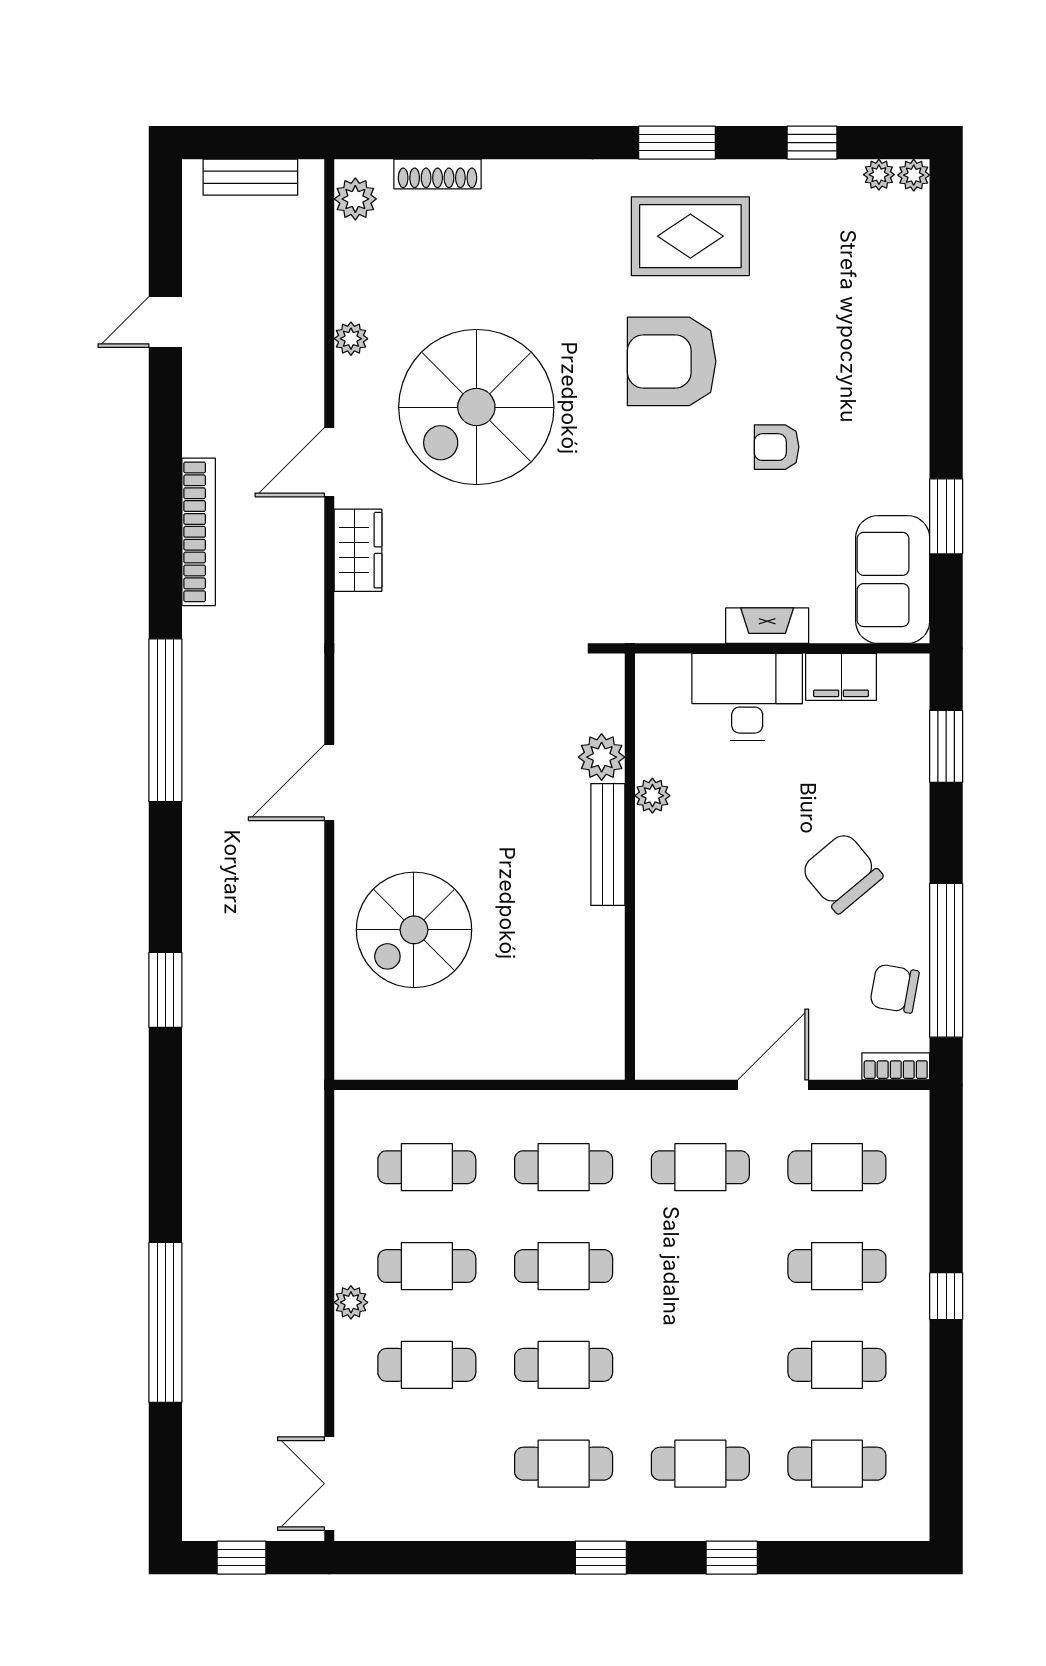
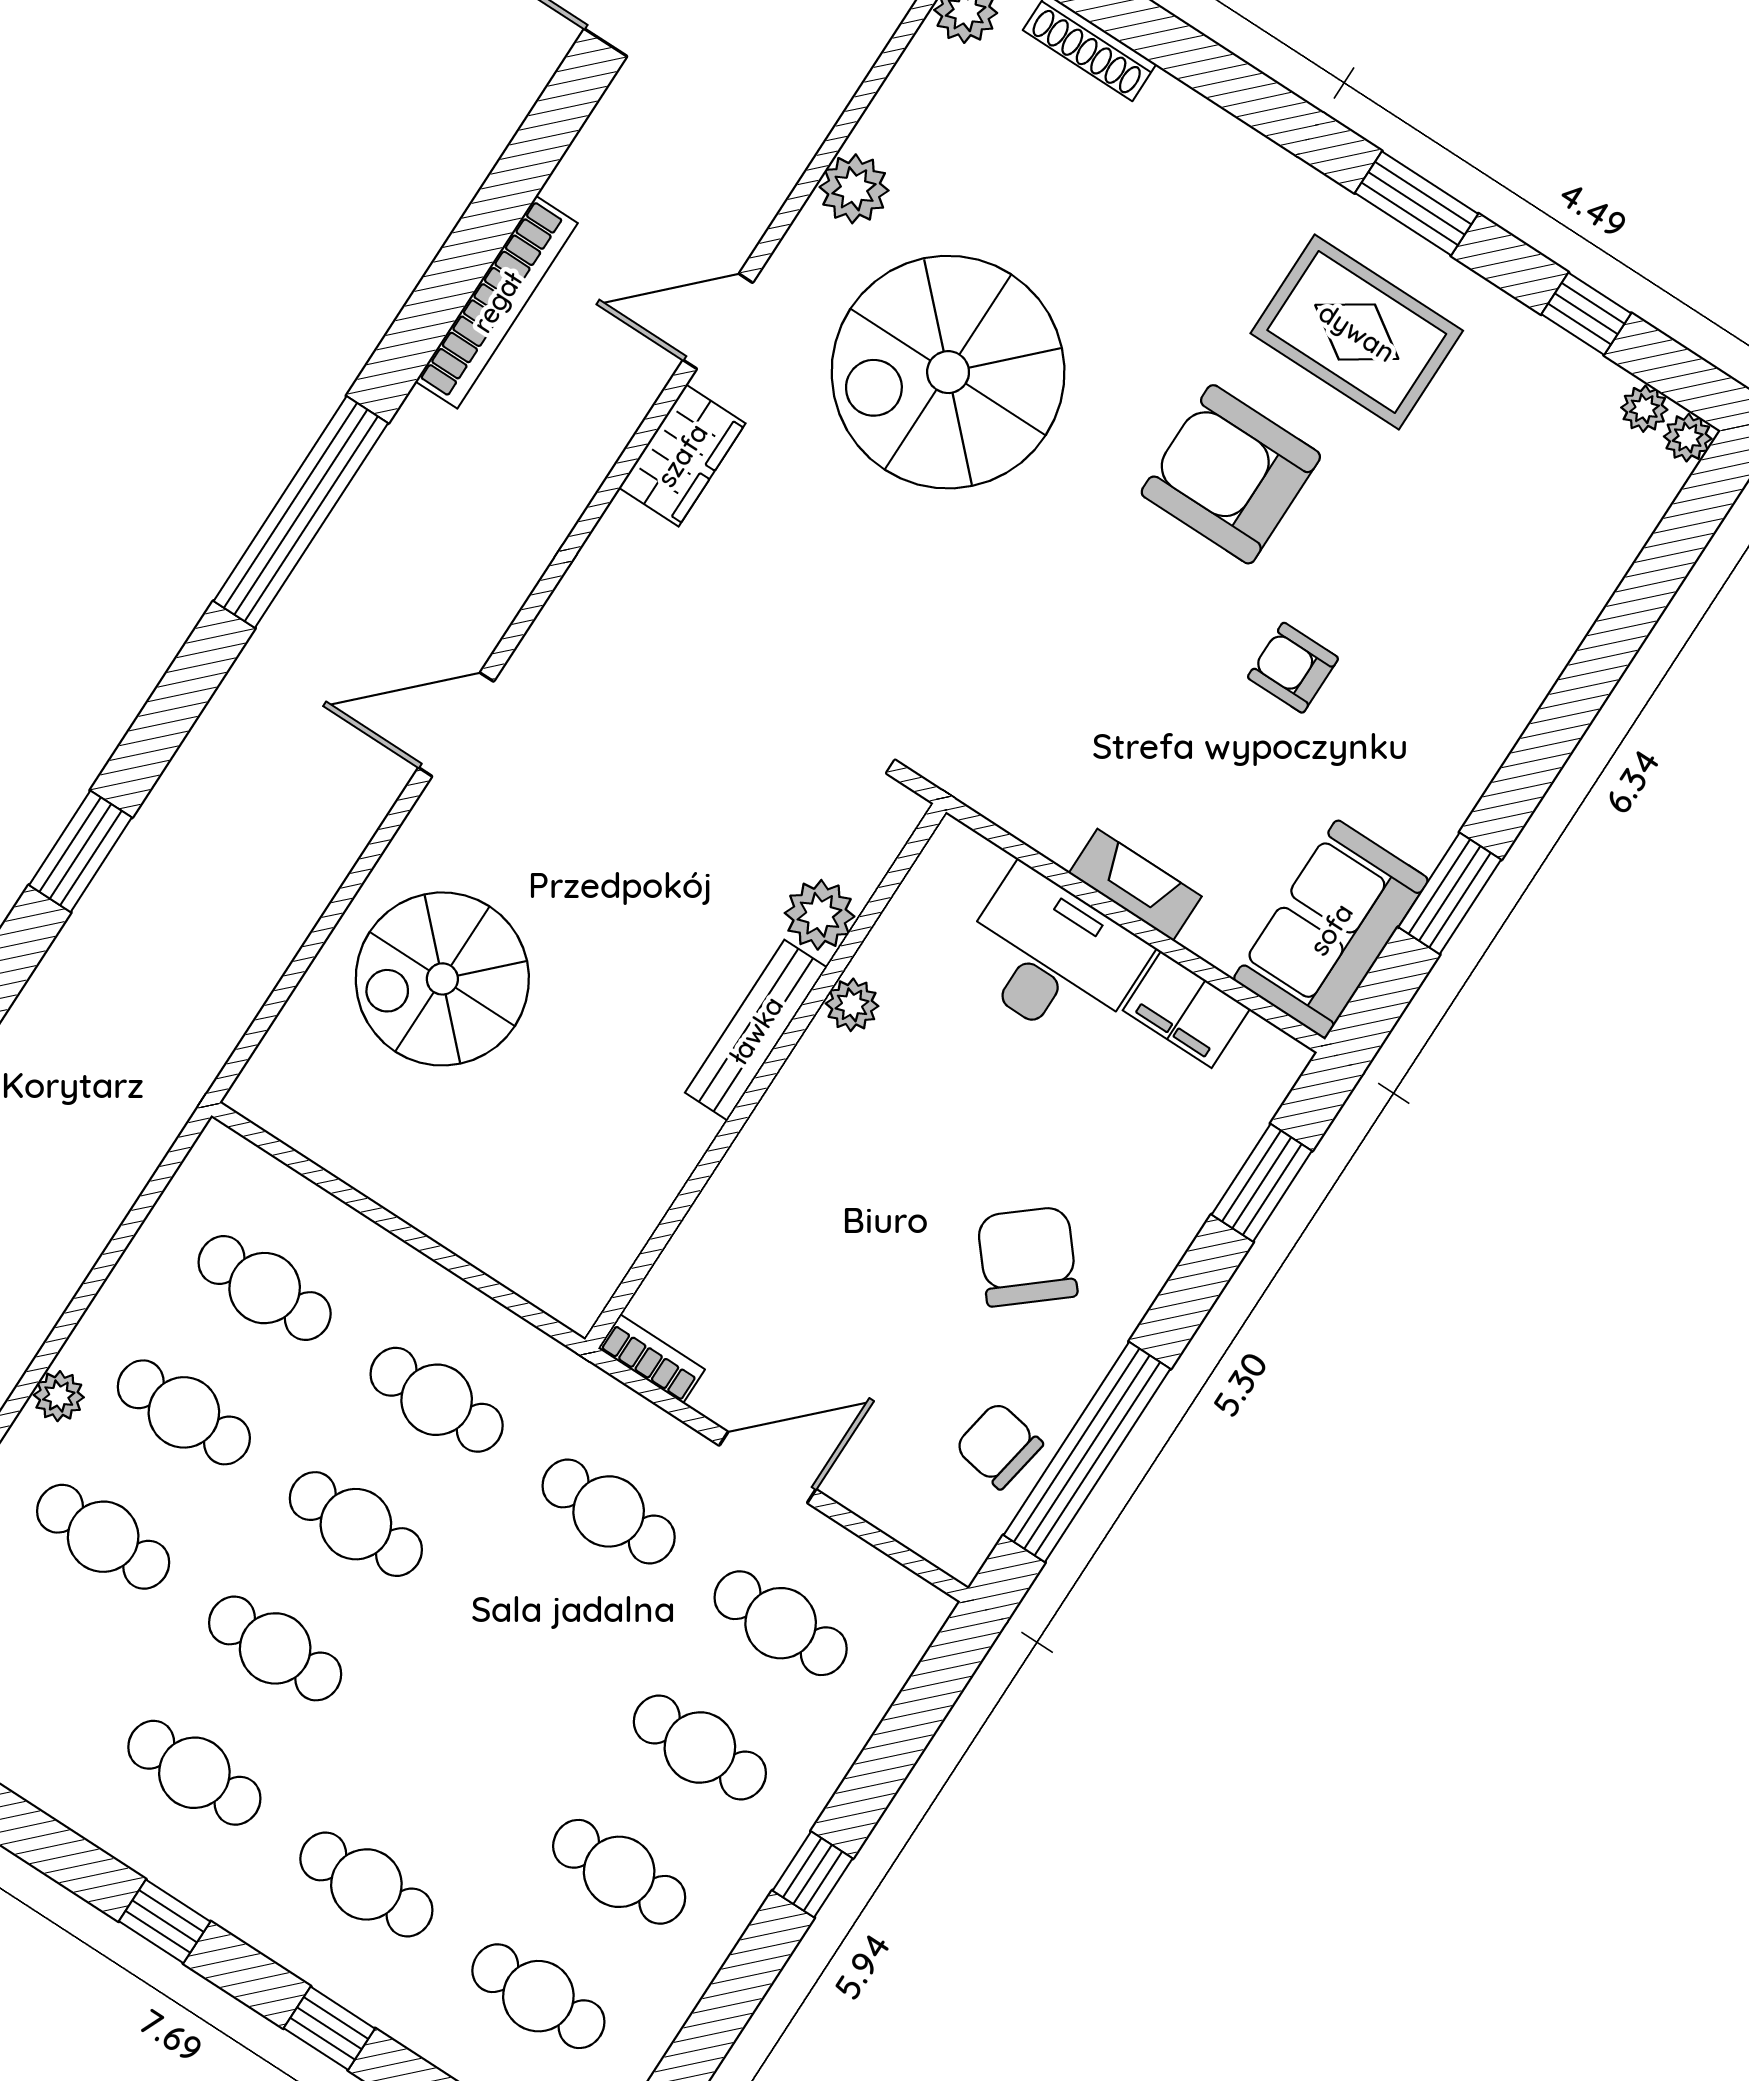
plant: (351, 339) -> (854, 189), width x1.38, depth x1.38
bookcase: (896, 1066) -> (651, 1359), moved

